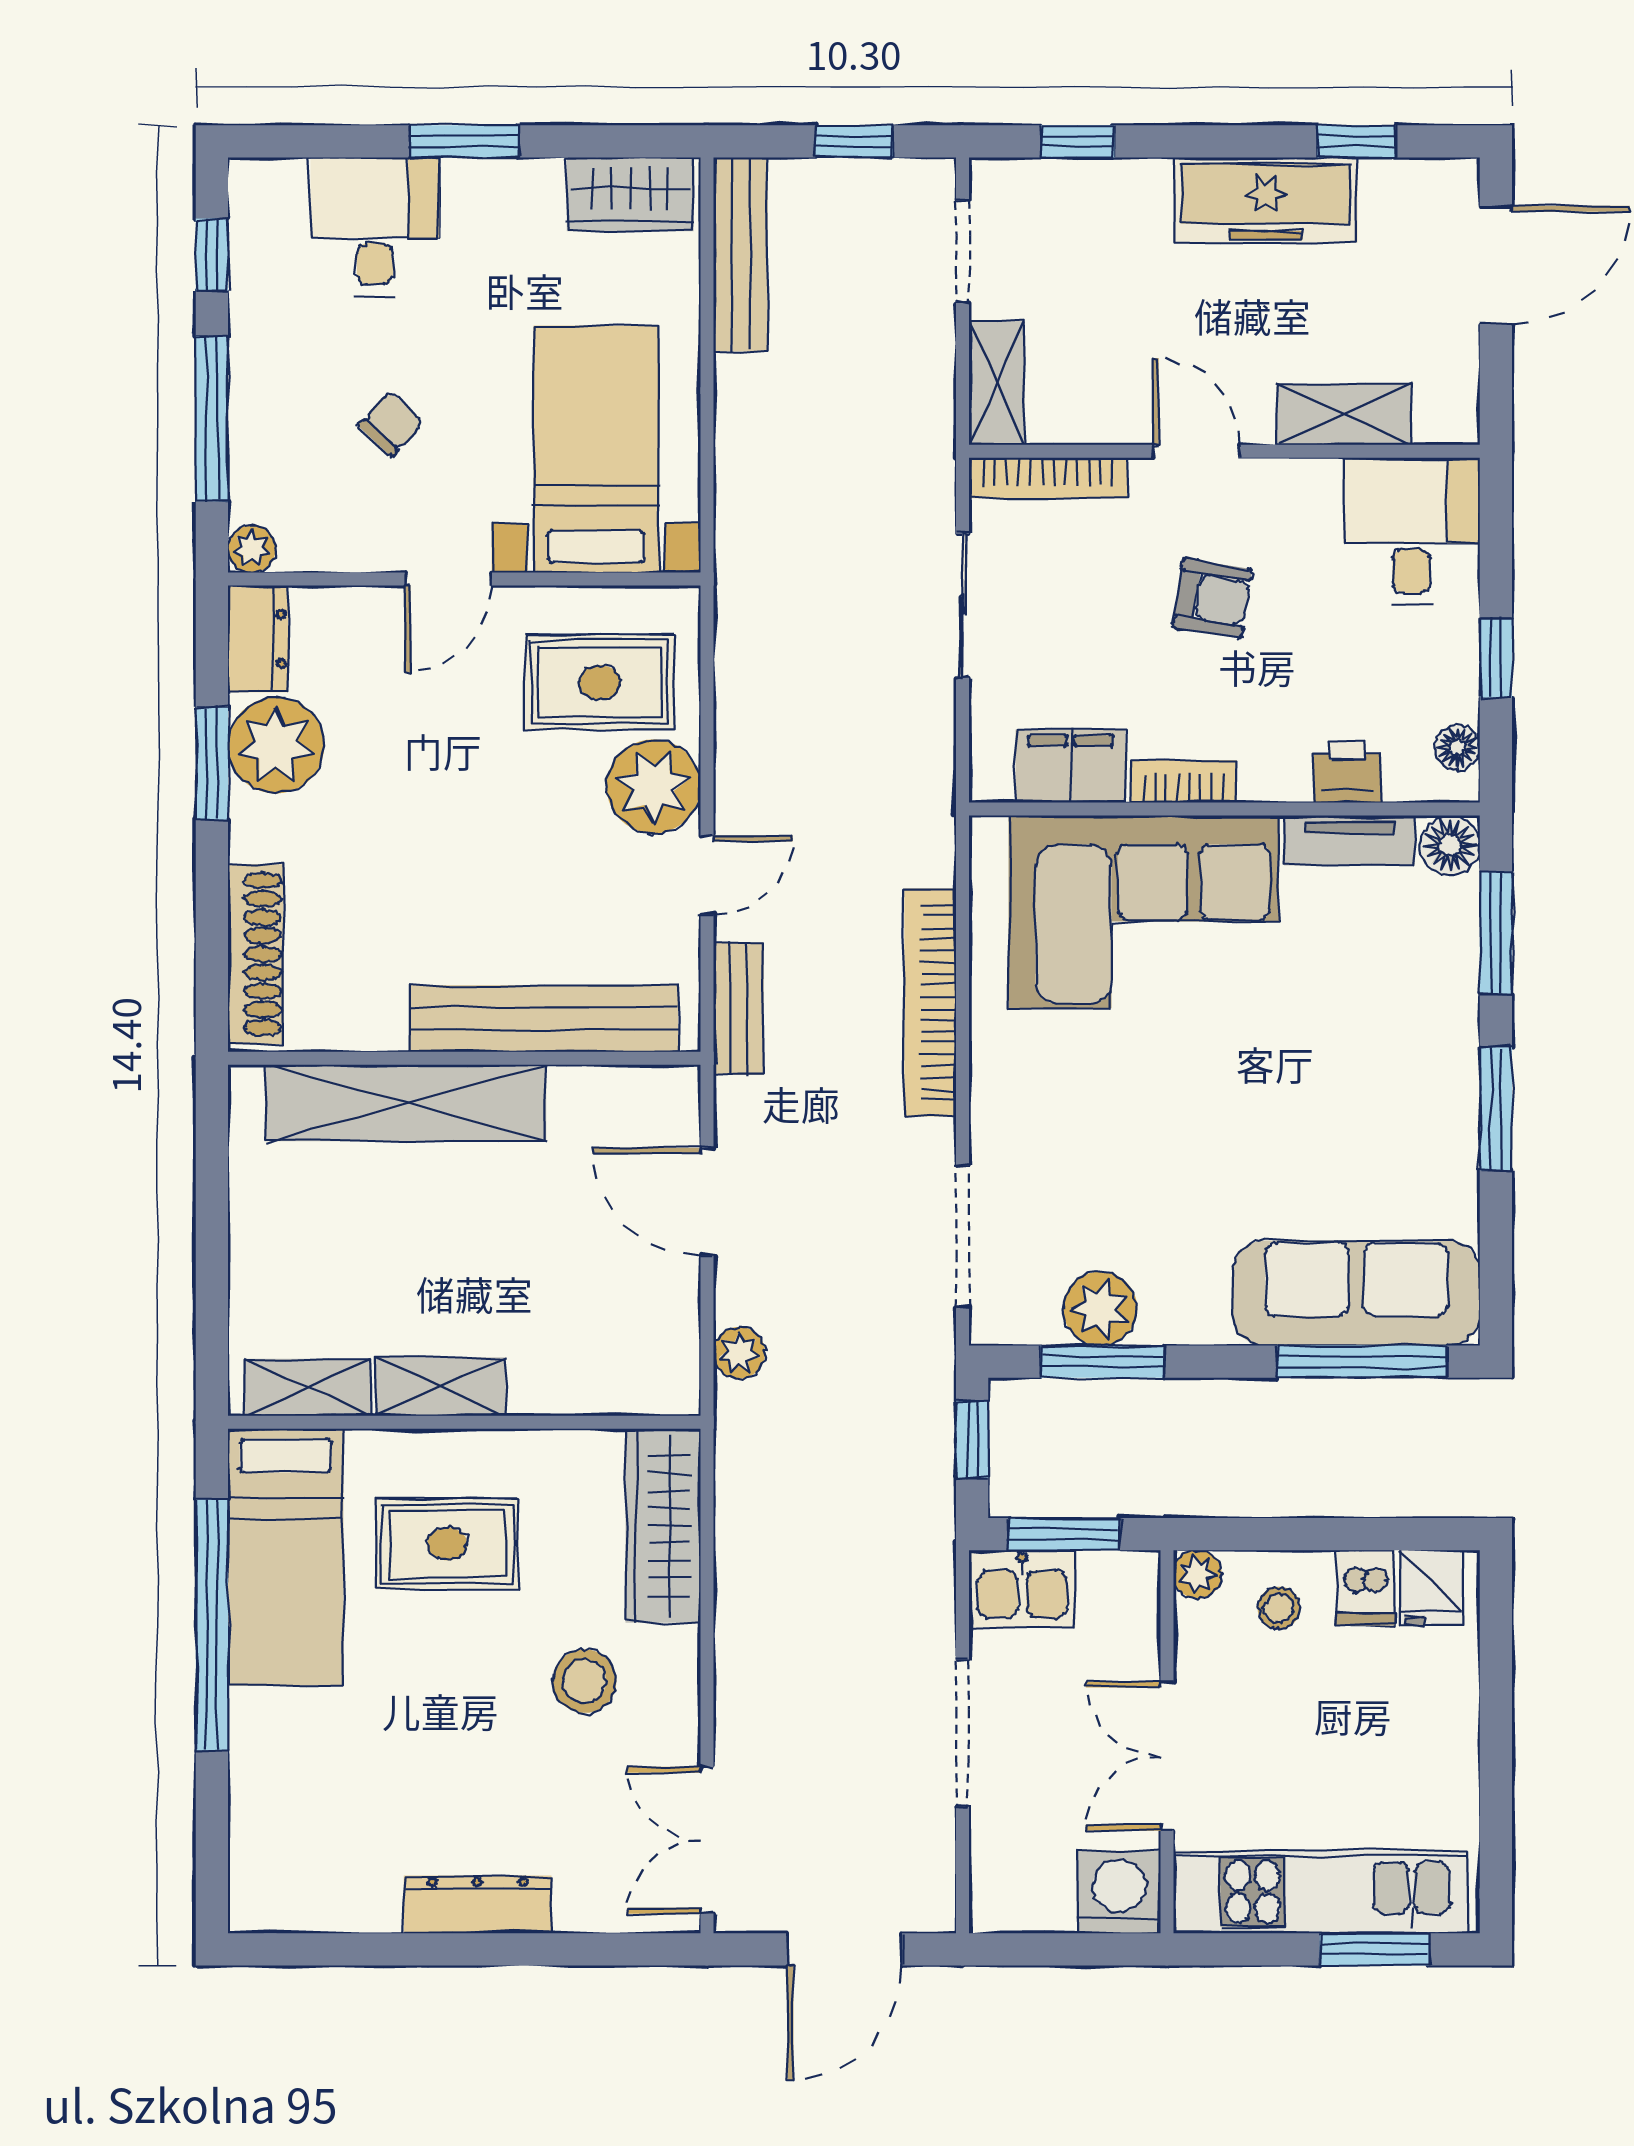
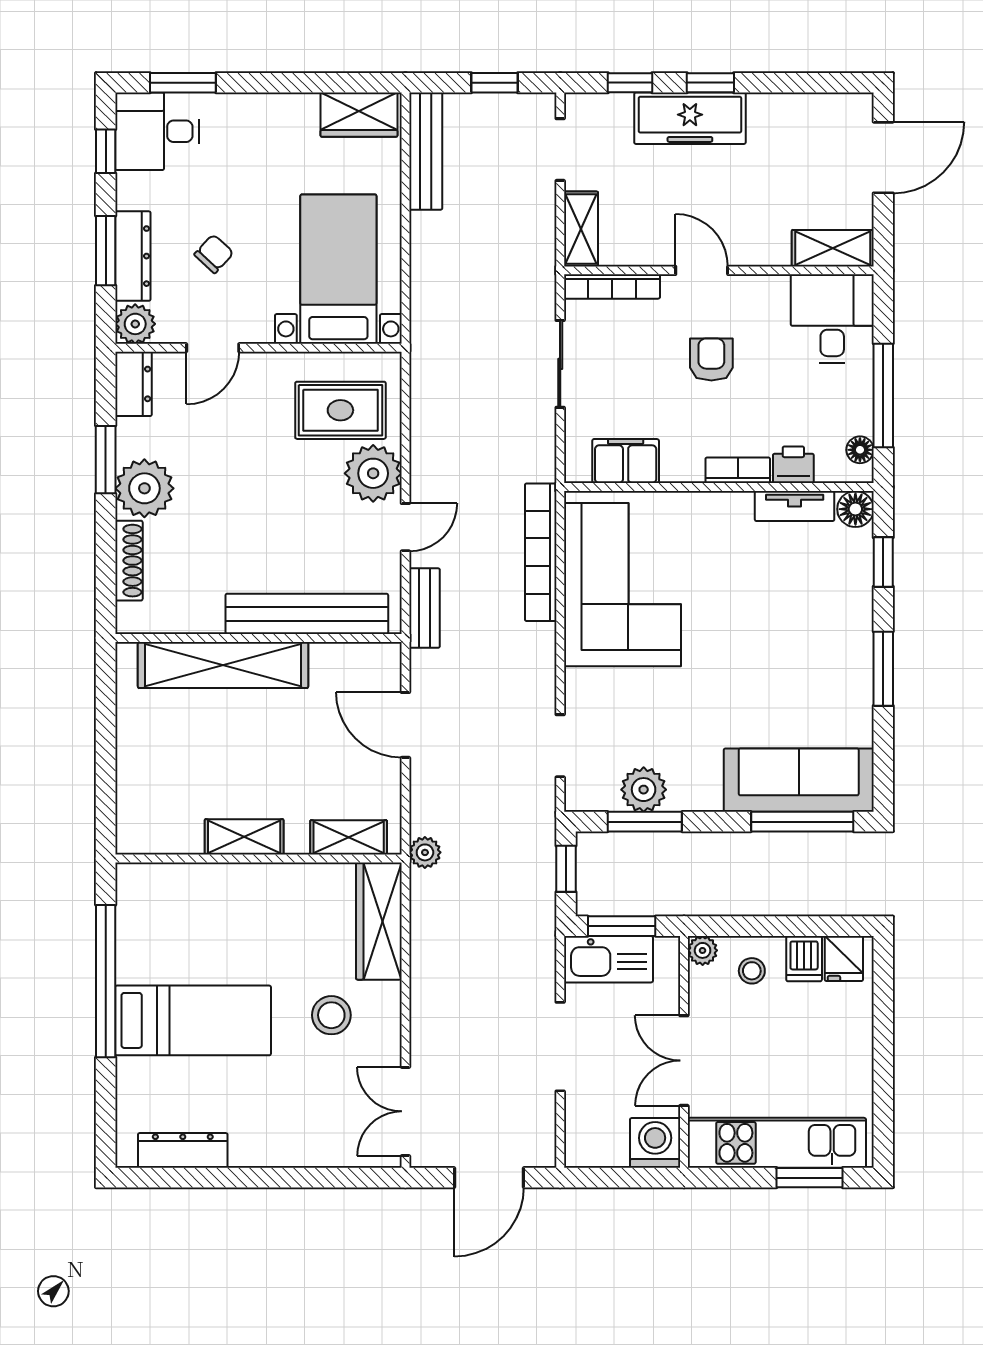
window: (464, 141) -> (183, 83), moved
window: (1356, 141) -> (710, 83), moved
freezer: (1266, 200) -> (690, 118), moved
desk: (375, 227) -> (157, 131), moved, turned -90
shelving: (1344, 415) -> (833, 248), moved
window: (212, 419) -> (106, 251), width x0.69
dresser: (257, 428) -> (133, 256), added
plant: (252, 549) -> (135, 324), width x1.38, depth x1.38
door: (448, 579) -> (213, 348), moved
armchair: (1212, 598) -> (711, 359), turned -99
window: (1496, 658) -> (883, 396), width x2.17
plant: (276, 745) -> (144, 488), moved
bookcase: (1184, 781) -> (738, 470), moved
corner sofa: (1144, 912) -> (622, 585), moved, turned -90
window: (1496, 933) -> (883, 562), width x0.67
shoe rack: (256, 954) -> (129, 561), width x0.74, depth x0.81
bookcase: (930, 1002) -> (541, 552), moved
doorway: (962, 1236) -> (560, 746), width x0.73
plant: (739, 1353) -> (425, 852), moved
shelving: (307, 1387) -> (349, 837), moved
rug: (447, 1544) -> (248, 932), removed
bed: (286, 1557) -> (193, 1020), moved, turned -90
kitchen sink: (1022, 1589) -> (608, 959), width x1.38
dresser: (478, 1904) -> (183, 1150), moved

